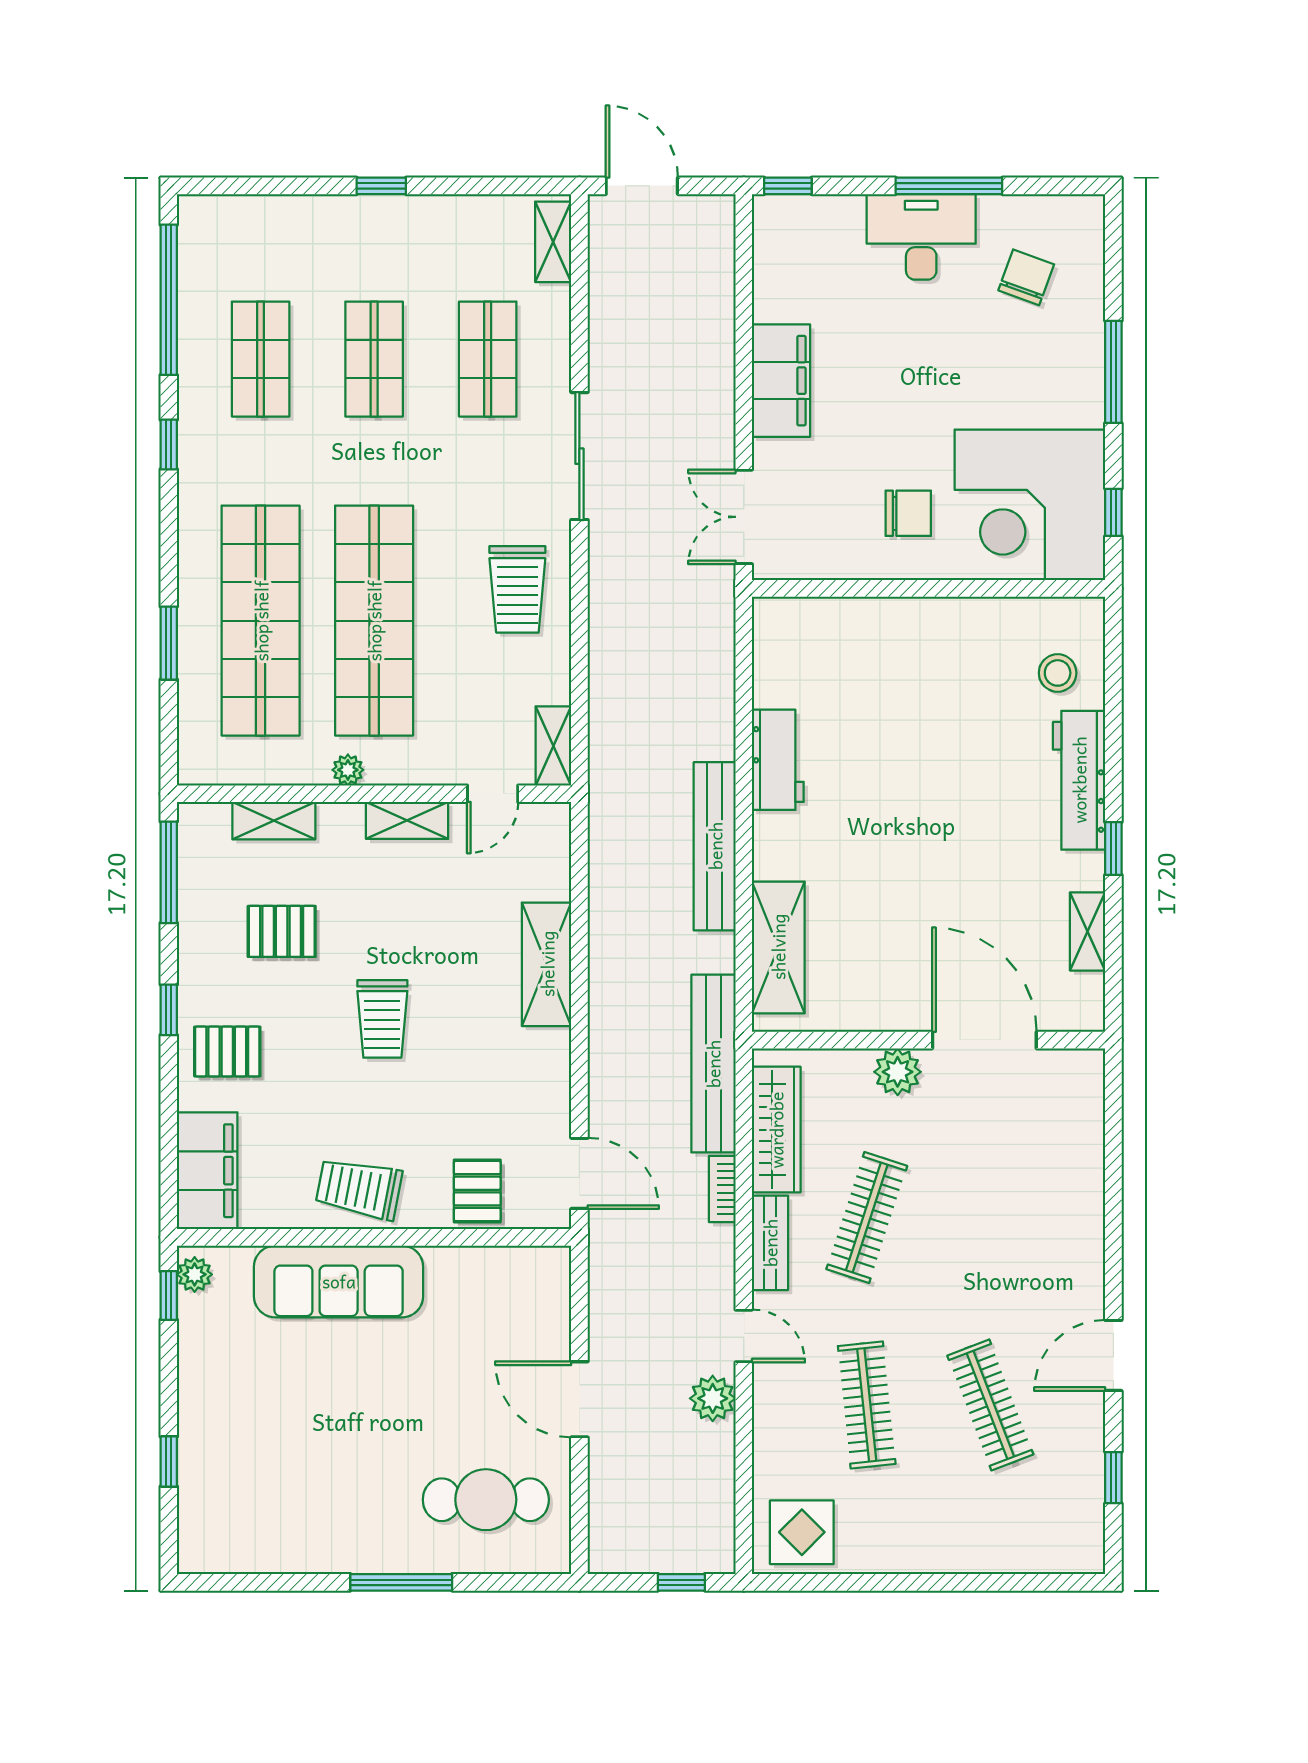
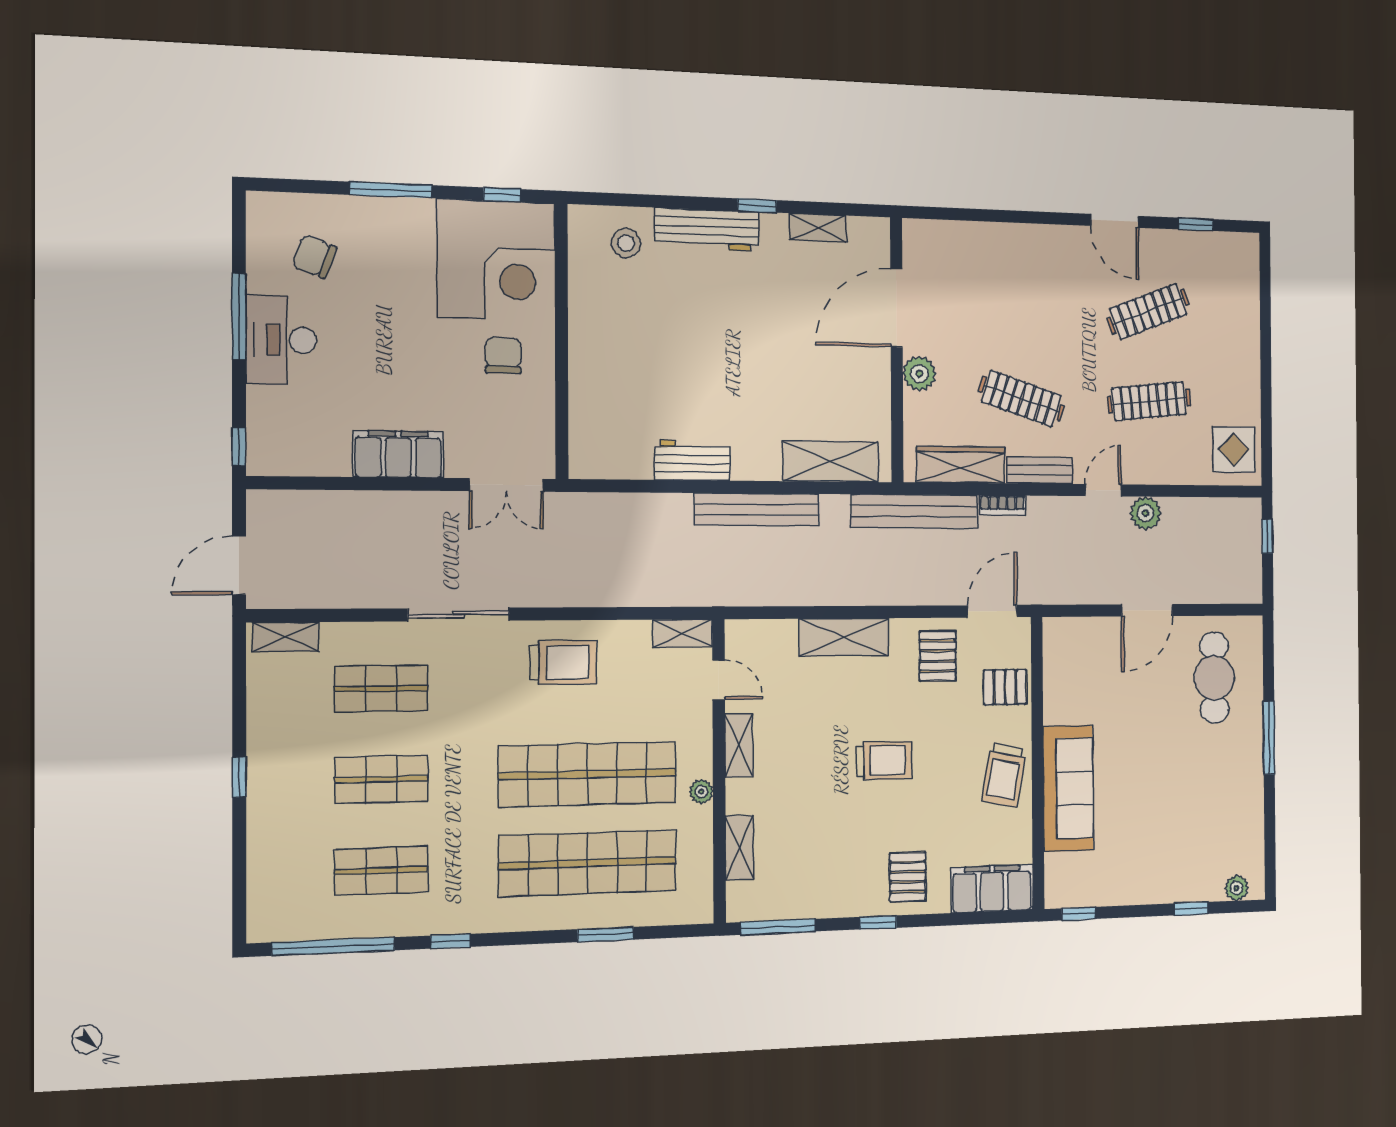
pallet: (282, 931) -> (938, 656), moved
plant: (195, 1274) -> (1236, 888), moved

